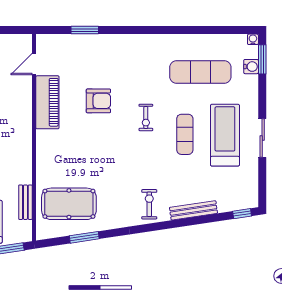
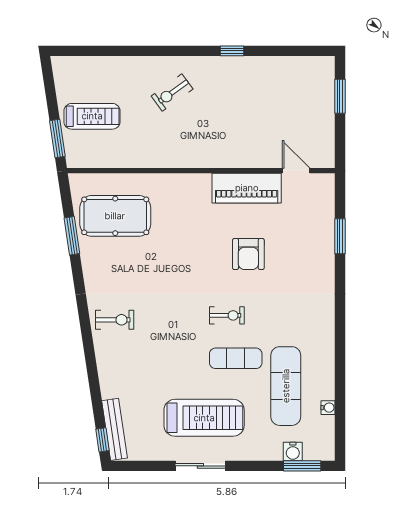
water cooler: (253, 39) -> (328, 408), moved
exercise bike: (146, 118) -> (227, 315), turned 180
exercise mat: (185, 134) -> (236, 358), moved
bench: (25, 202) -> (117, 160), removed
pool table: (69, 204) -> (115, 216), turned 90
bench: (193, 210) -> (115, 429), moved

